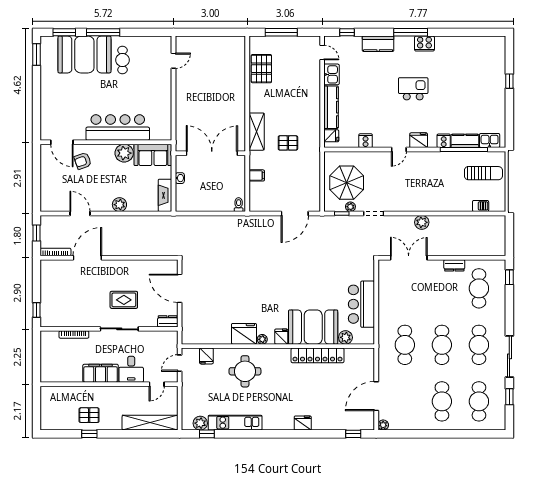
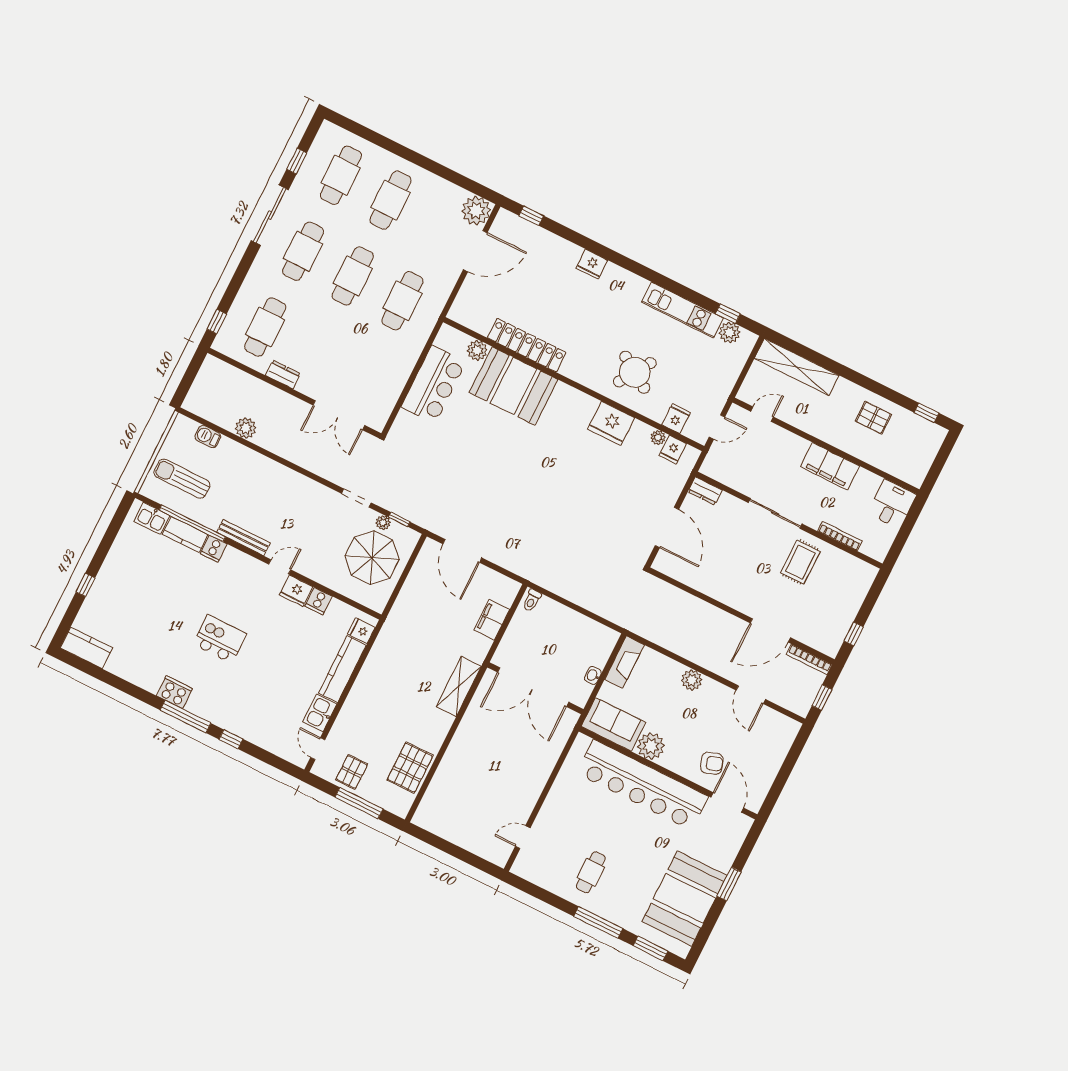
window: (347, 32) -> (231, 739), moved
kitchen counter: (378, 44) -> (86, 648), moved
window: (37, 54) -> (729, 884), moved
booth: (84, 54) -> (685, 899), moved, turned 90
kitchen island: (413, 89) -> (220, 639), turned 180
bar counter: (118, 128) -> (642, 785), width x1.36
fridge: (419, 140) -> (296, 591), moved
pallet: (288, 143) -> (352, 772), moved, turned 90
bench: (429, 156) -> (243, 538), added
filing cabinet: (257, 175) -> (492, 620), width x2.00
door: (295, 213) -> (462, 551), swing flipped
plant: (422, 222) -> (246, 428), moved
rug: (124, 300) -> (800, 562), moved, turned 90
window: (37, 310) -> (854, 634), moved
fridge: (281, 337) -> (673, 449), moved
plant: (262, 339) -> (658, 438), moved
desk: (131, 369) -> (892, 504), moved
round table: (245, 371) -> (635, 372), turned 33
plant: (383, 425) -> (476, 211), width x1.88, depth x1.88
window: (89, 434) -> (926, 413), moved

